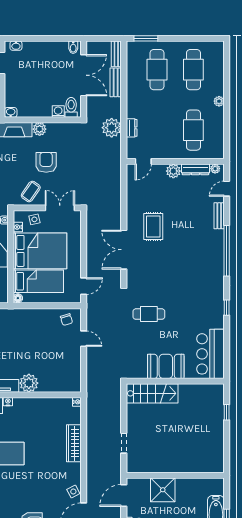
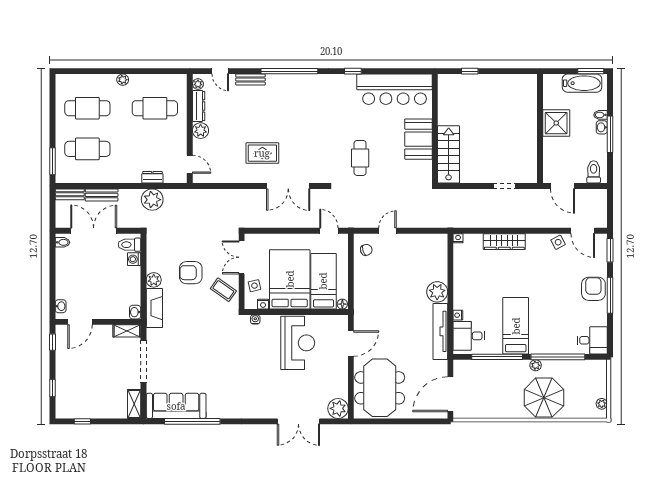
bar counter: (210, 354) -> (395, 89), width x1.36
shower: (163, 490) -> (556, 123), moved

